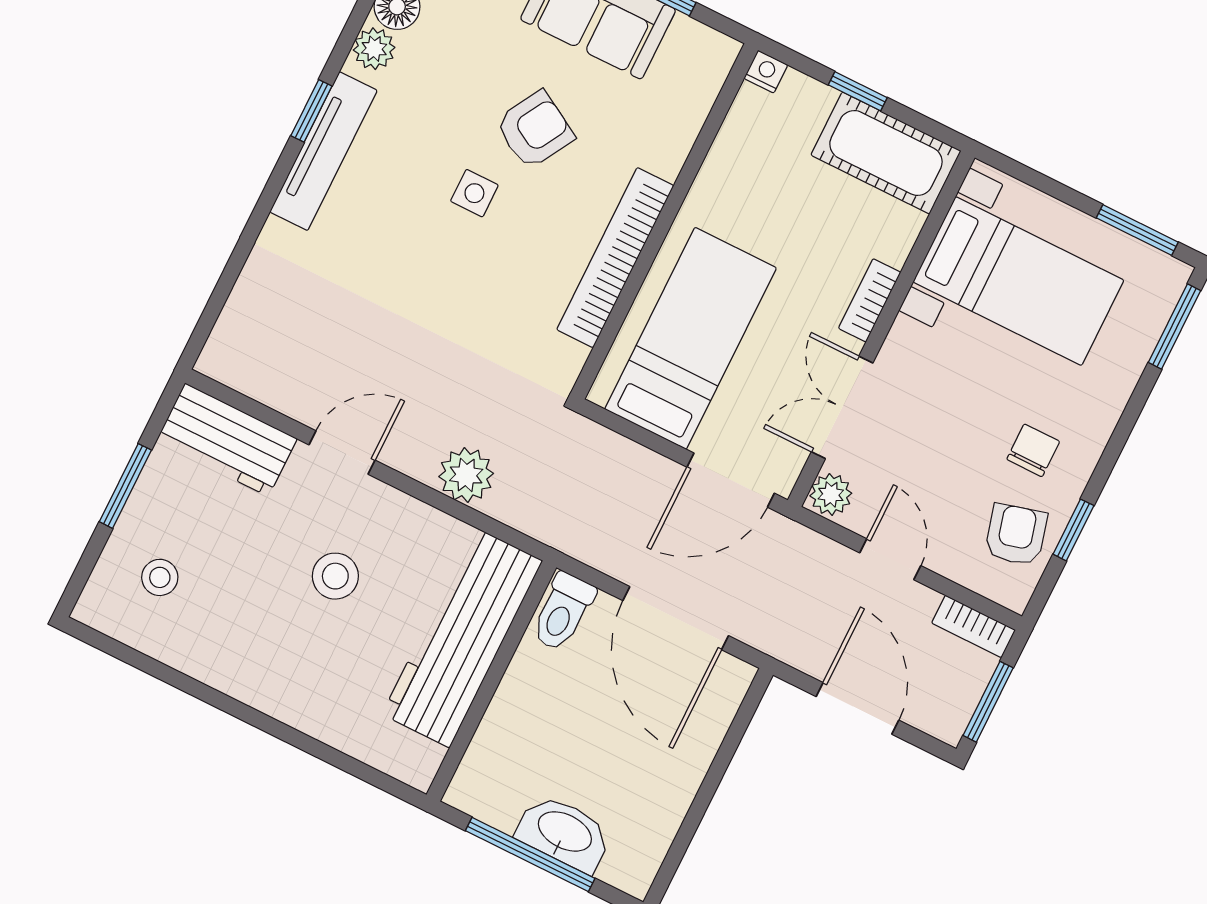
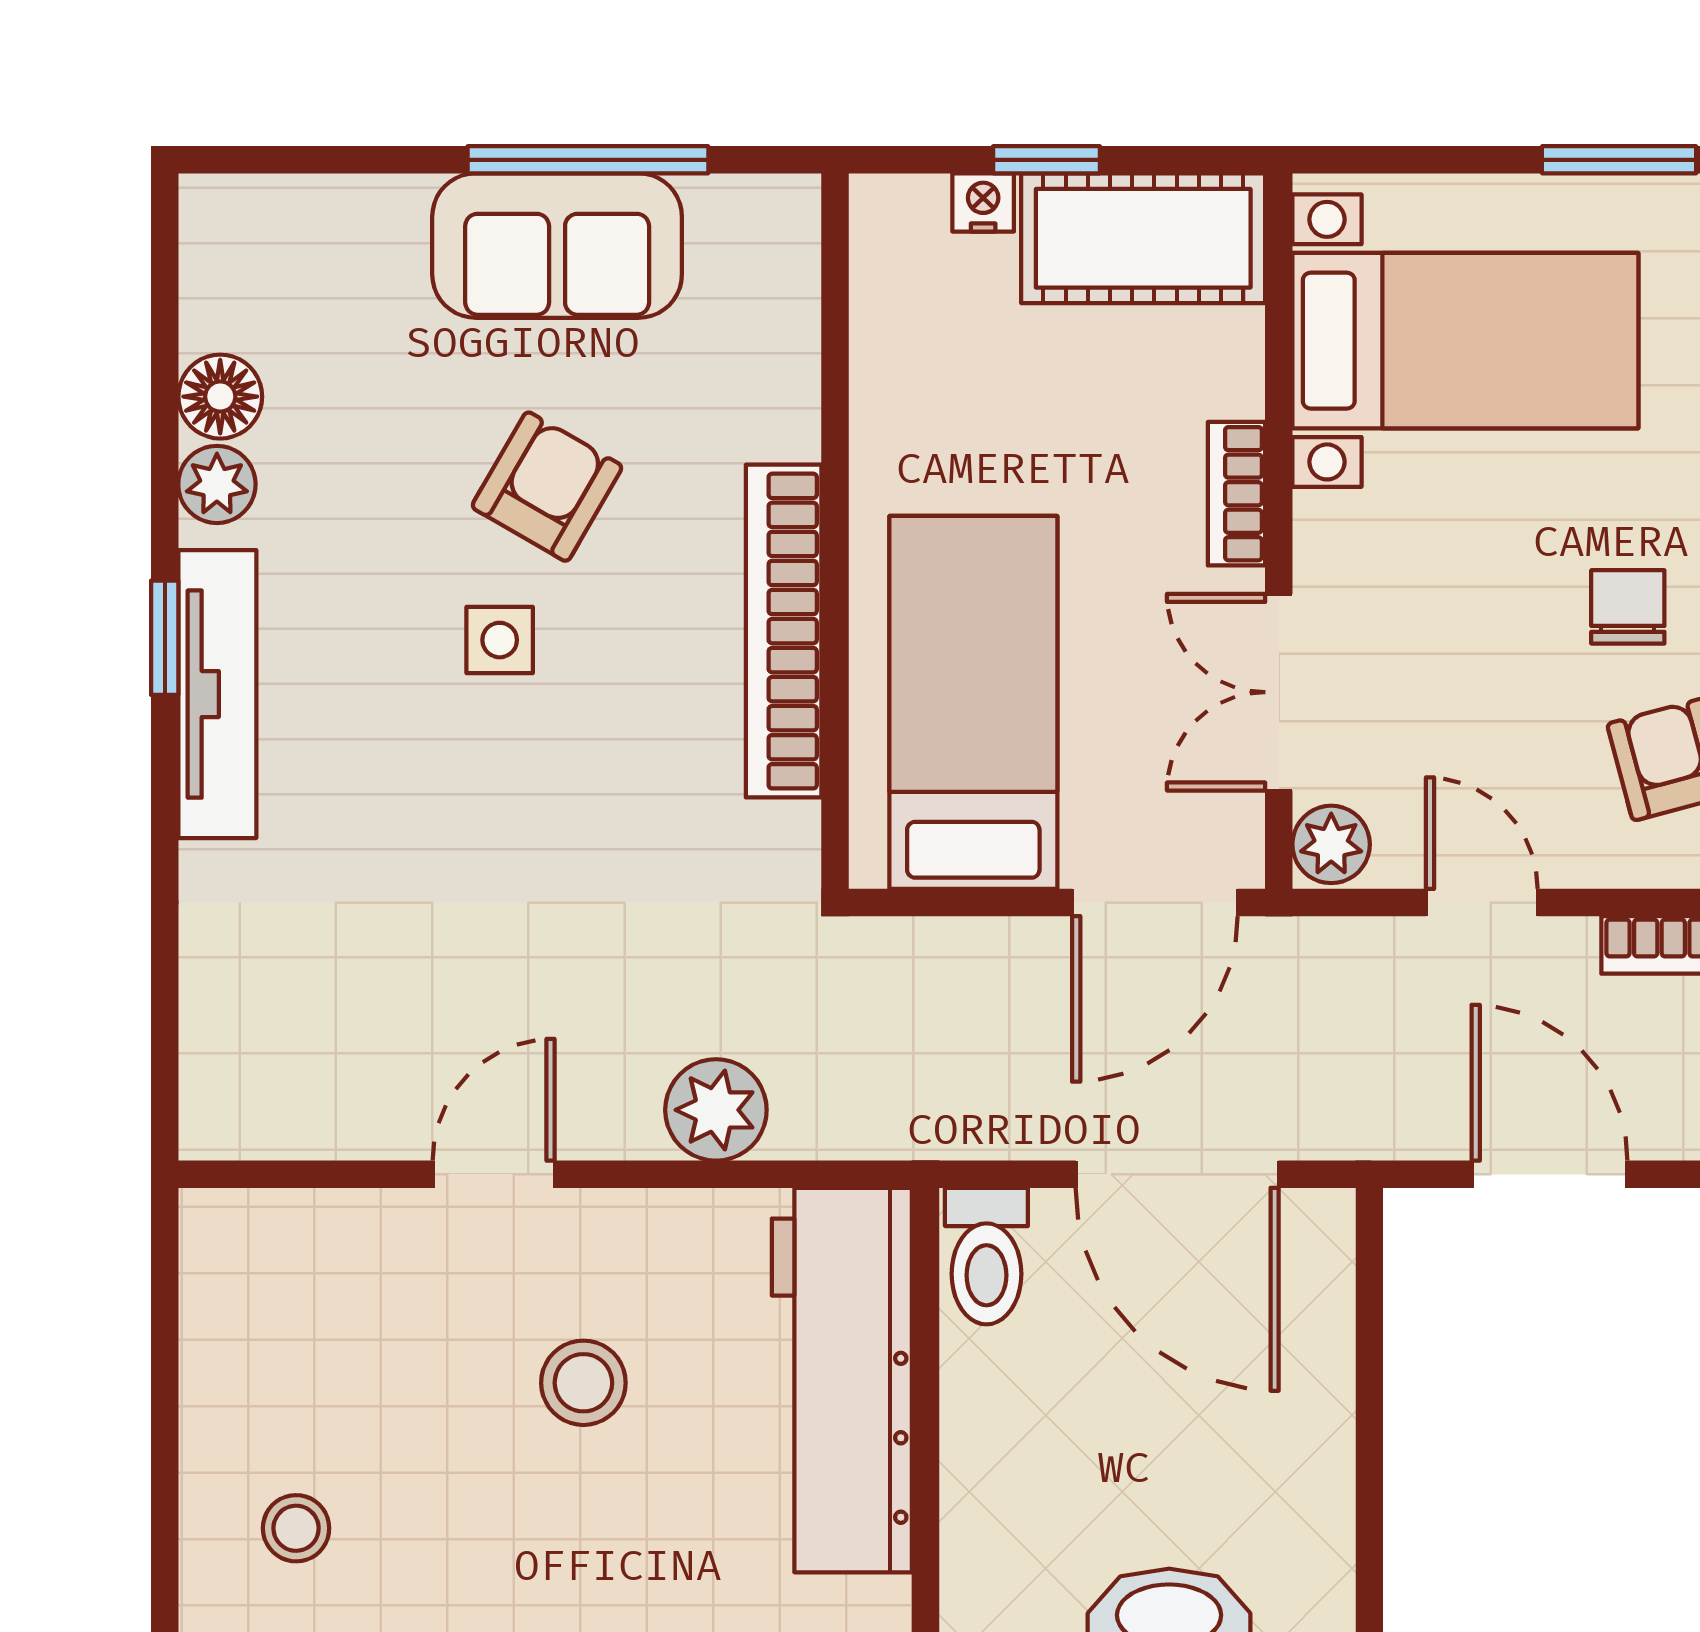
nightstand: (766, 72) -> (983, 202), moved
workbench: (227, 440) -> (294, 1247), removed
window: (125, 486) -> (165, 1406), removed

